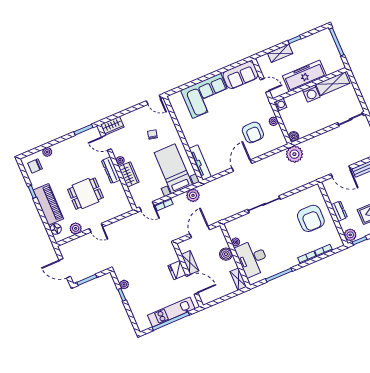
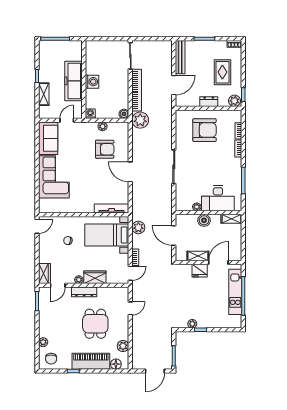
shelving: (333, 84) -> (92, 58), removed
bookcase: (321, 139) -> (137, 90), added
door: (96, 228) -> (130, 308), moved

